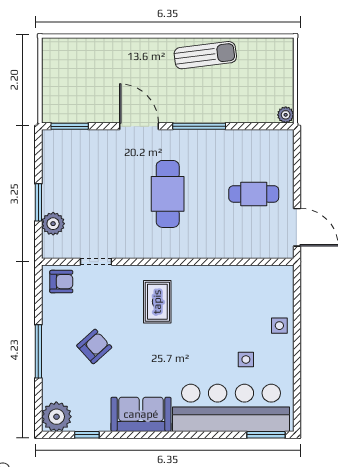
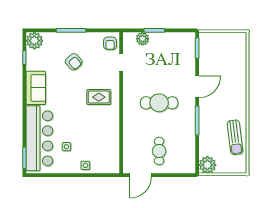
sun lounger: (205, 55) -> (235, 137), moved
plant: (286, 115) -> (207, 165), width x1.87, depth x1.87

